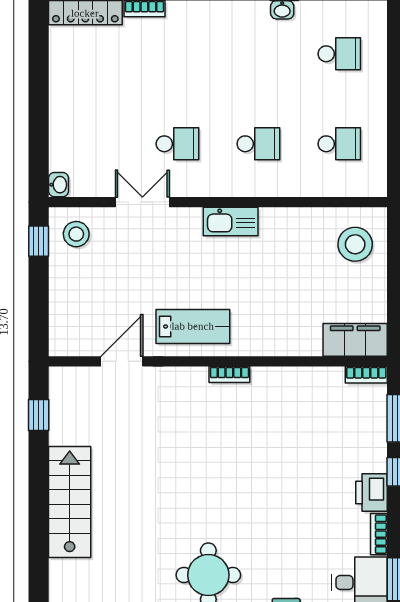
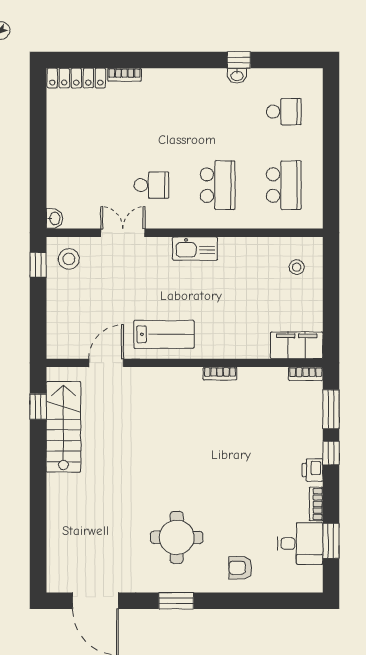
school desk: (258, 144) -> (218, 185), width x1.85
school desk: (339, 144) -> (284, 185), width x1.85
stool: (355, 244) -> (297, 267), width x0.53, depth x0.53
bookcase: (229, 374) -> (220, 374), moved
printer: (372, 493) -> (313, 470), width x0.73, depth x0.81
stairs: (70, 502) -> (63, 427), moved

